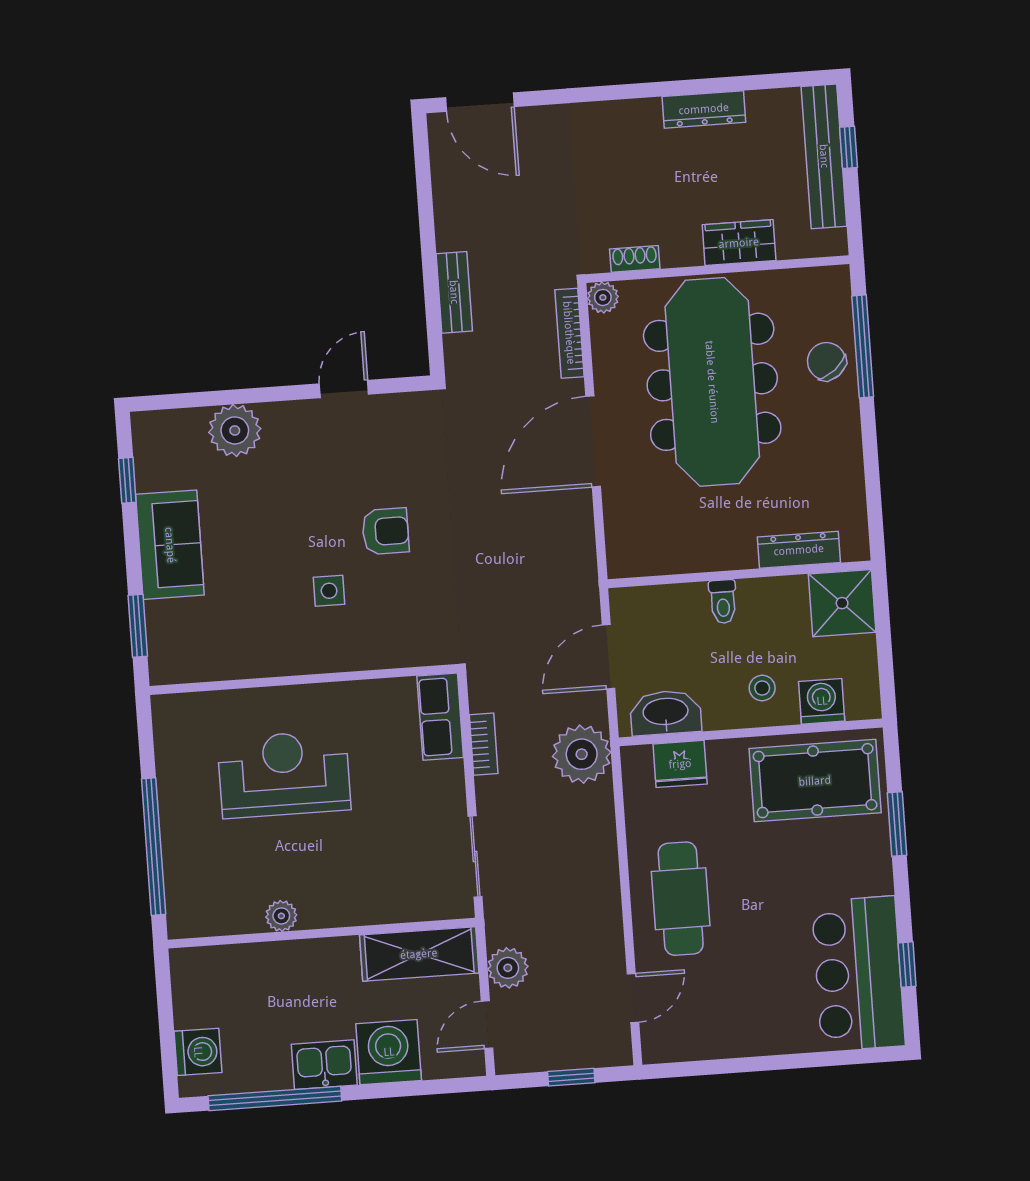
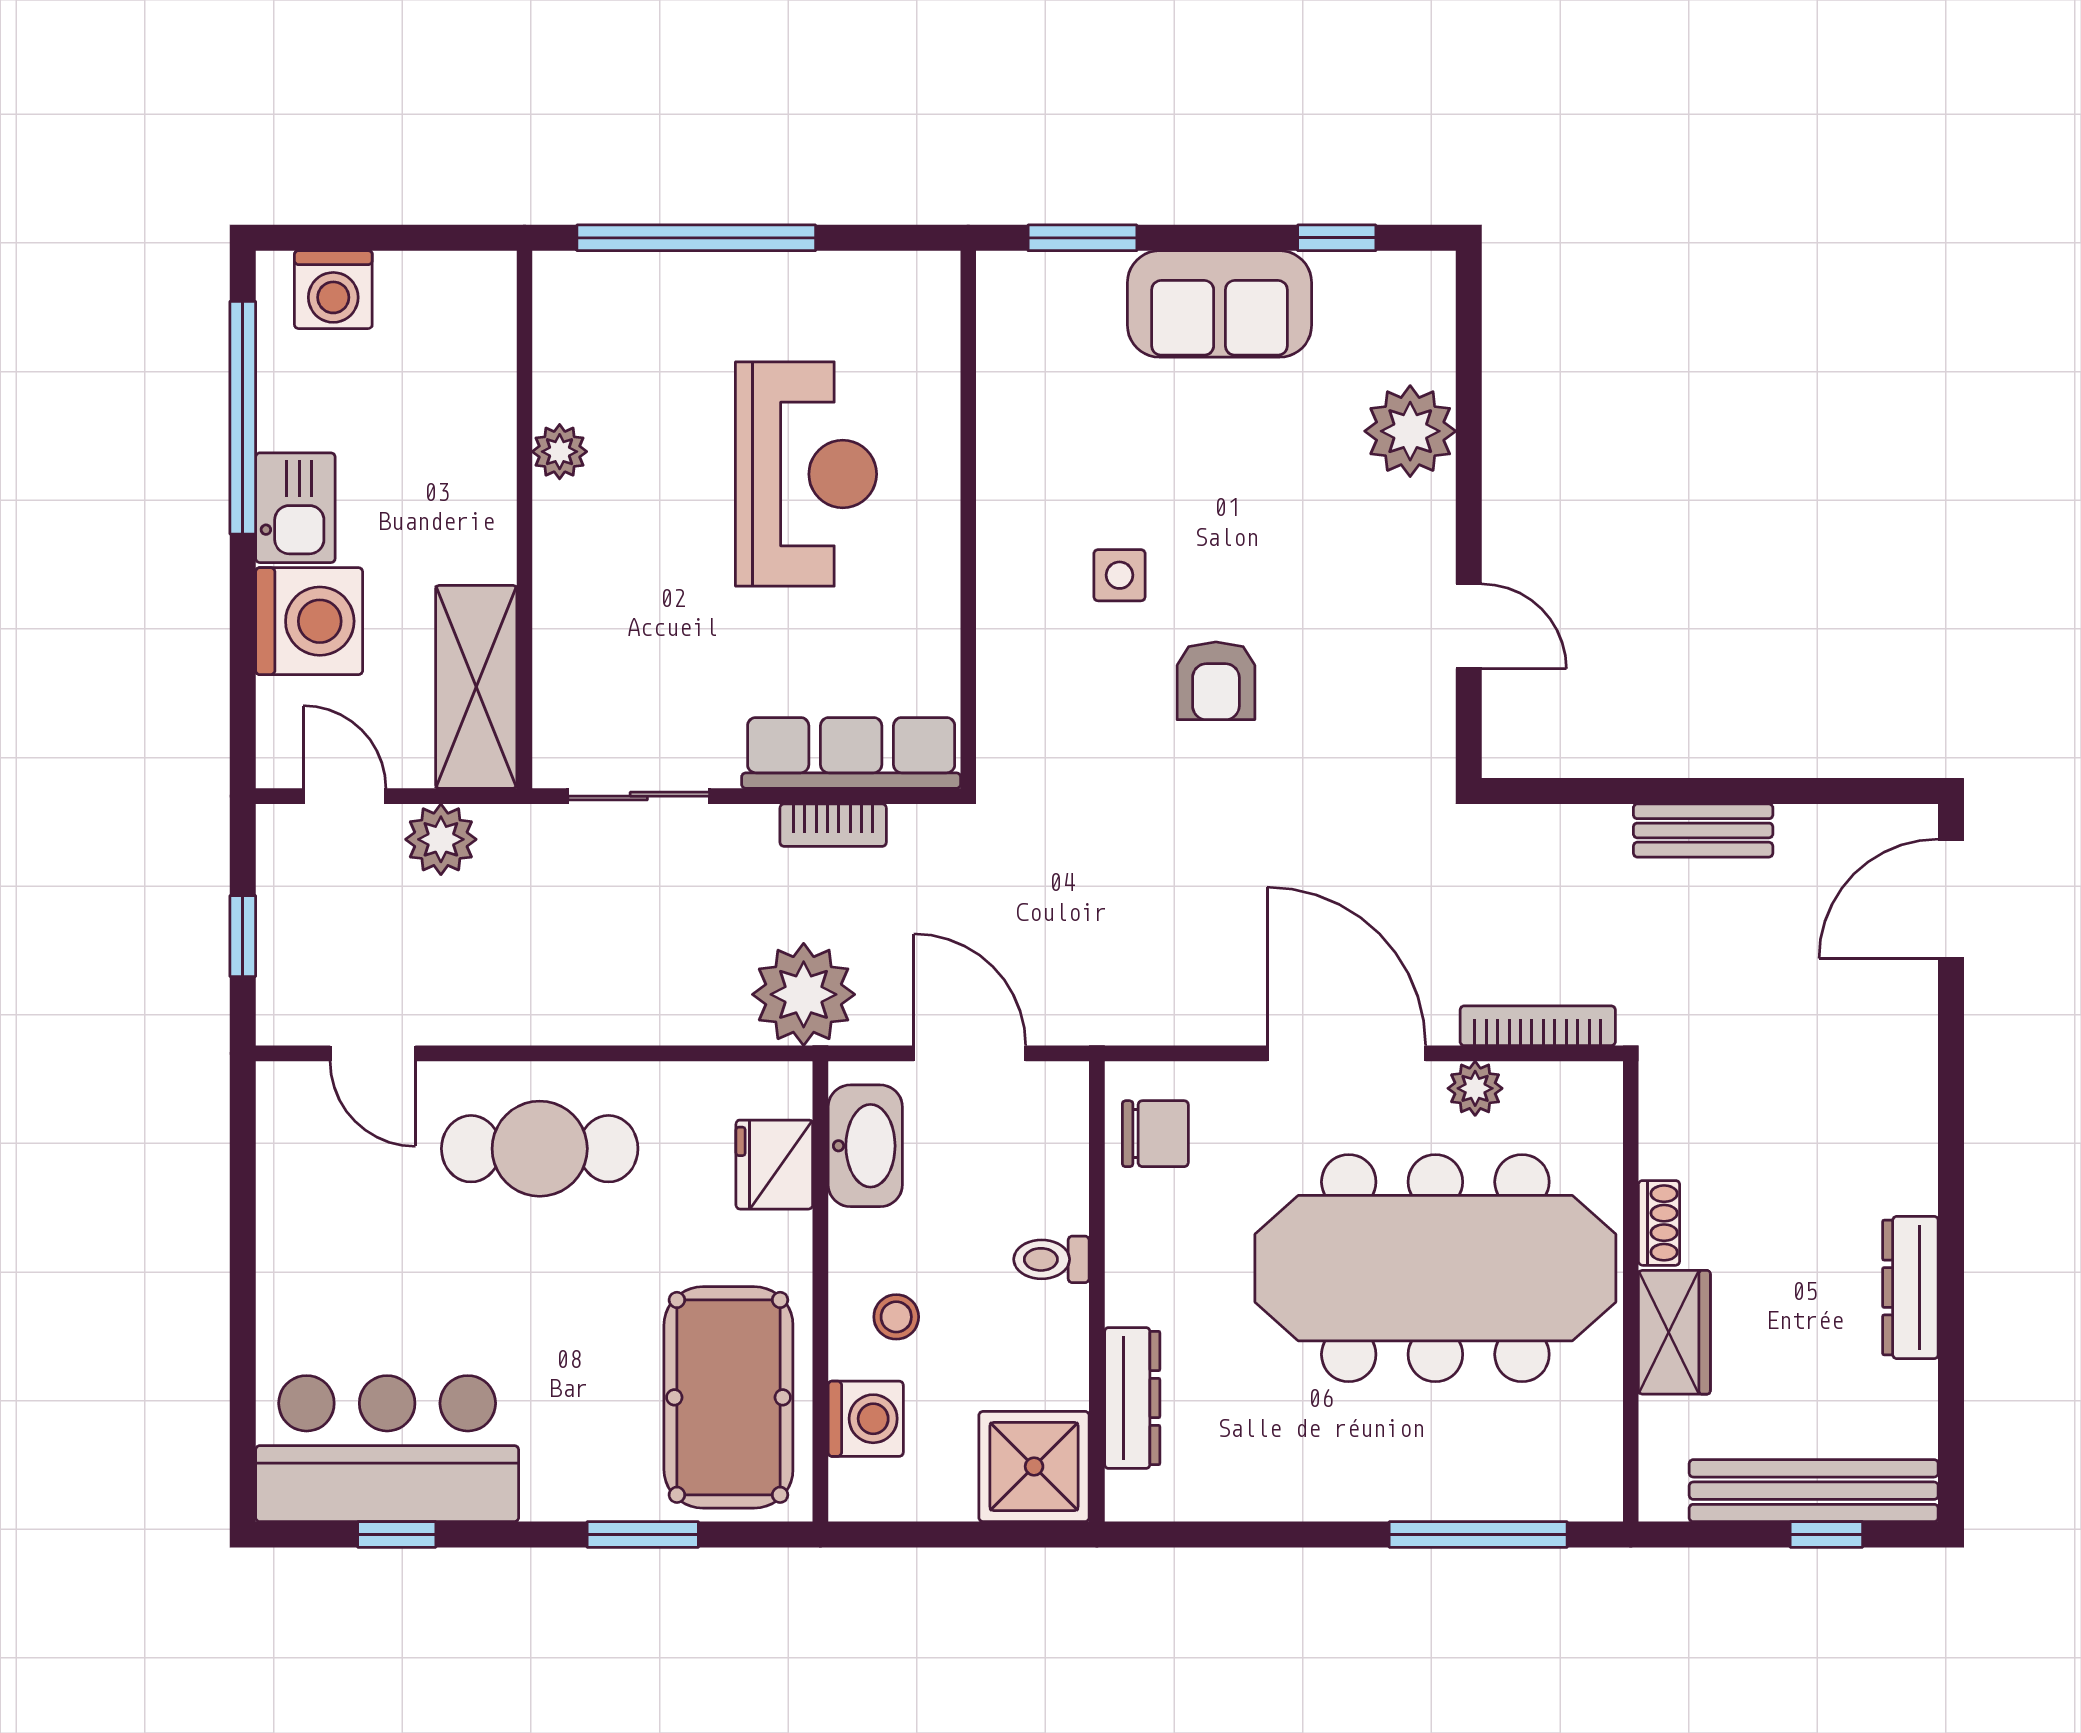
shoe rack: (635, 259) -> (1659, 1223), moved
bench: (454, 292) -> (1703, 830), moved
plant: (603, 297) -> (1475, 1088), moved
chair: (827, 361) -> (1155, 1134), moved, turned 39
row of seats: (440, 717) -> (851, 753), width x1.48

